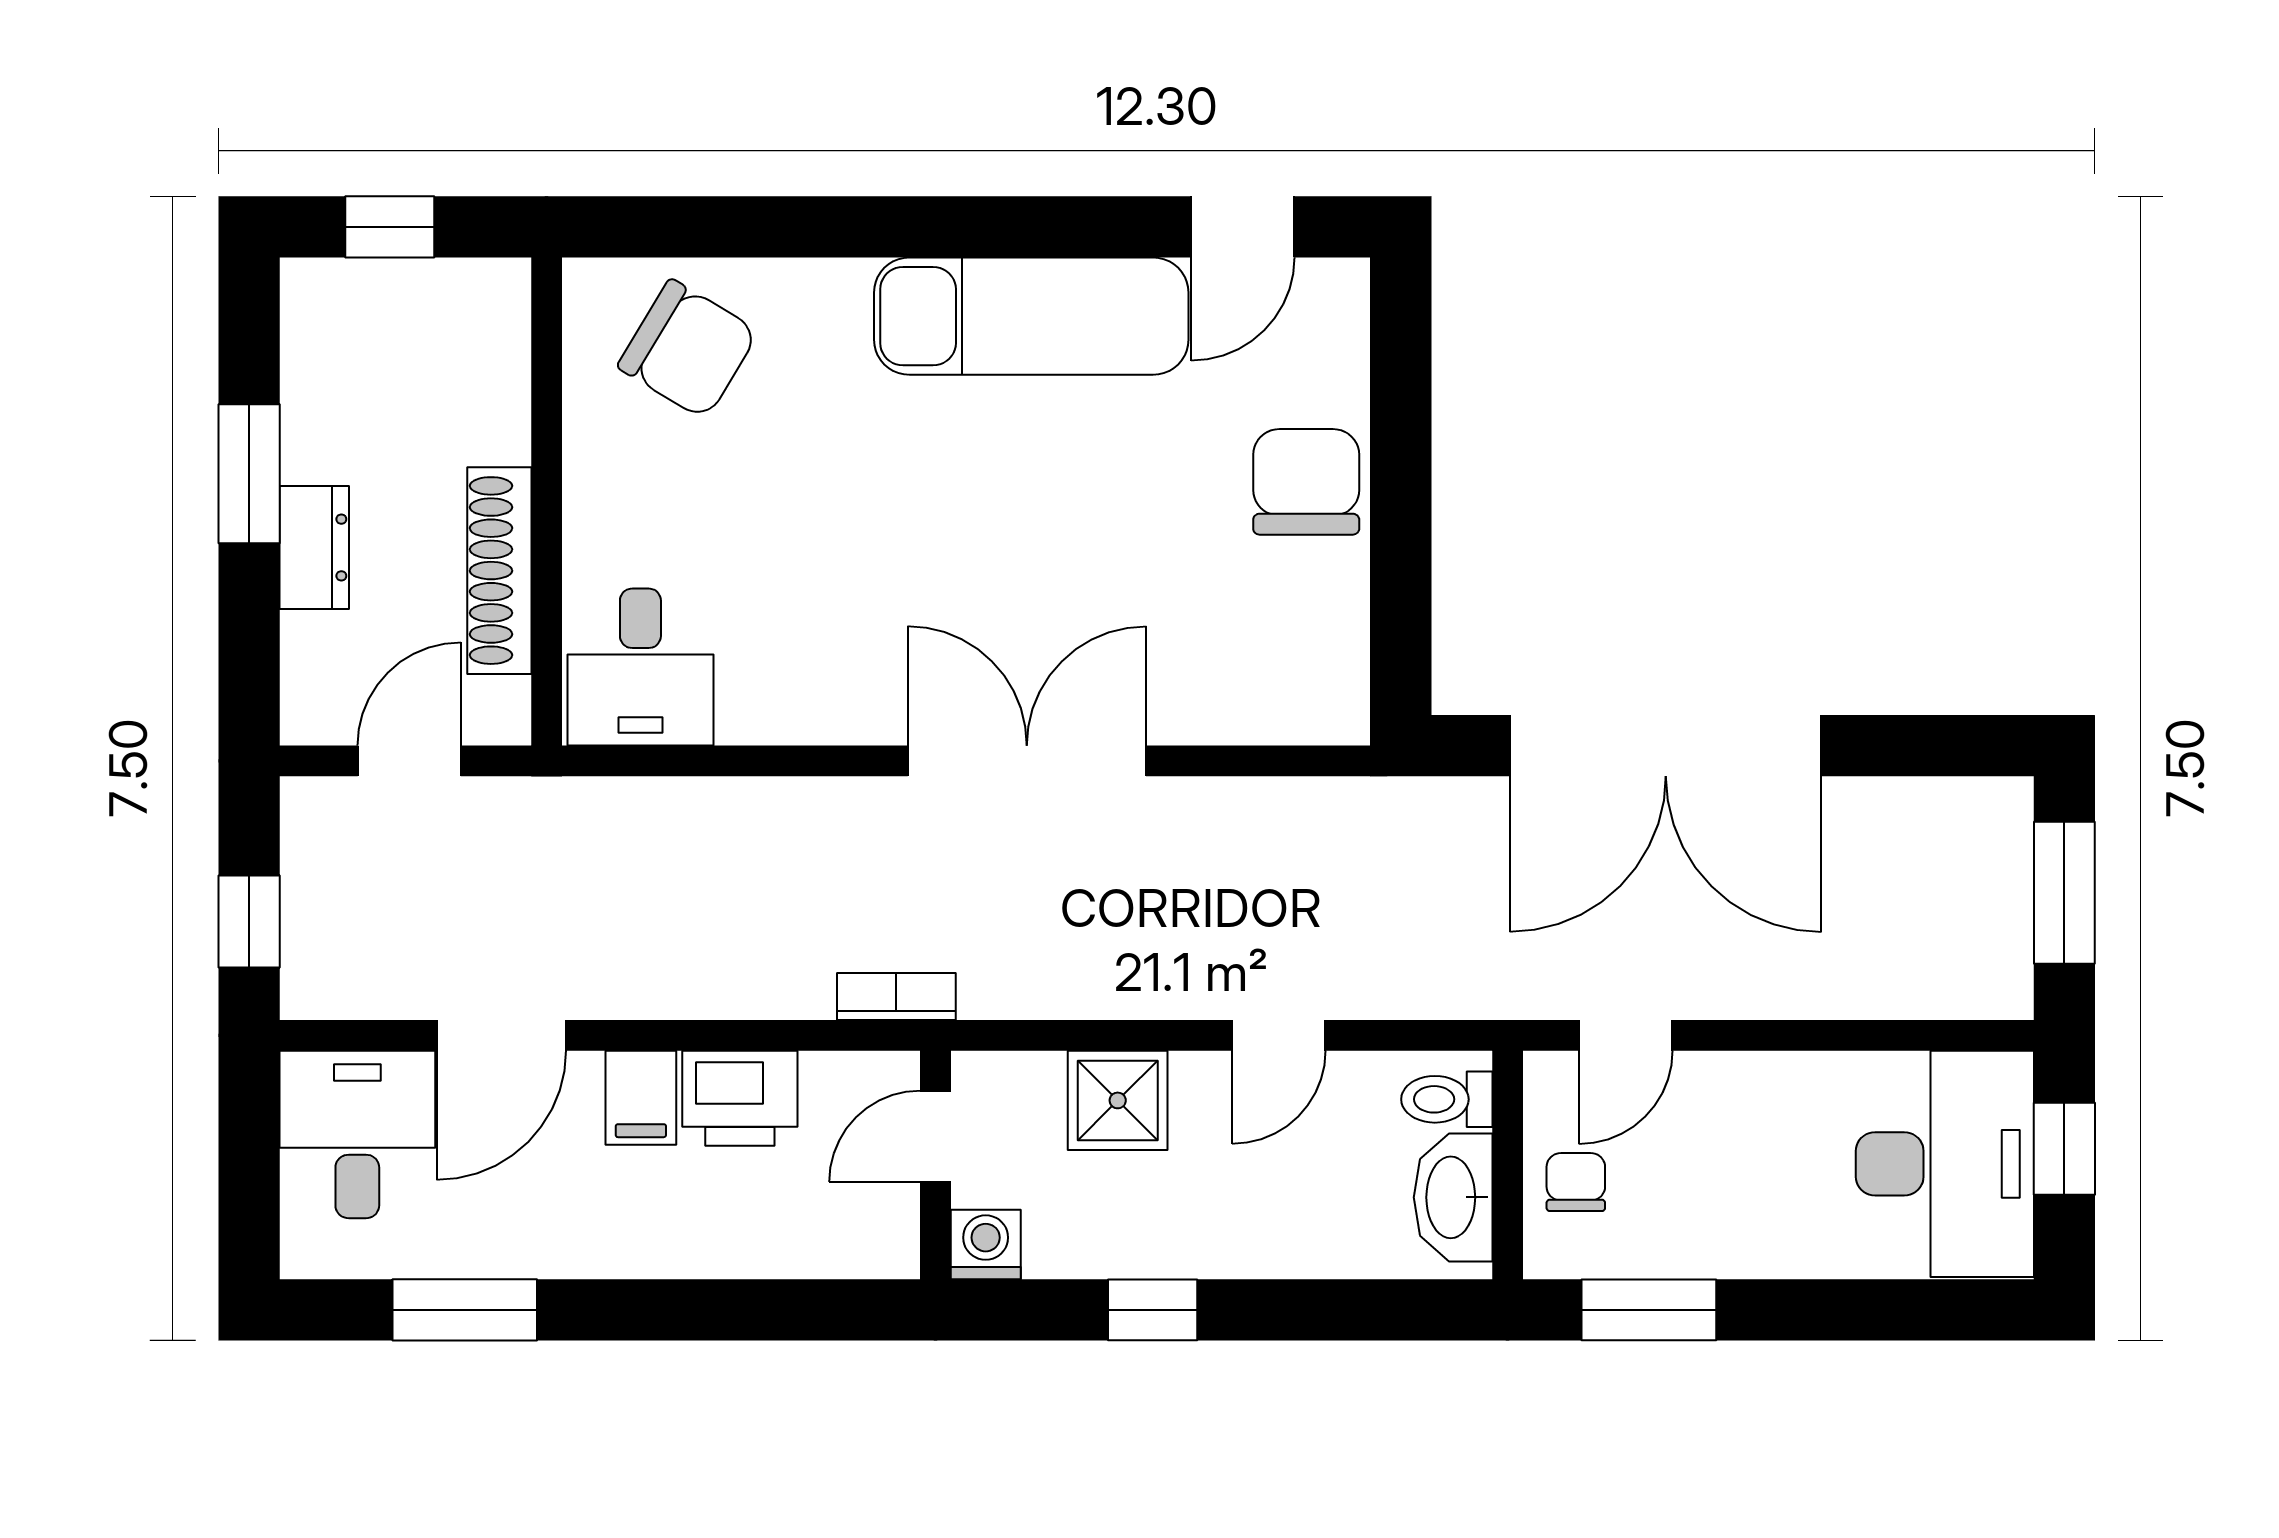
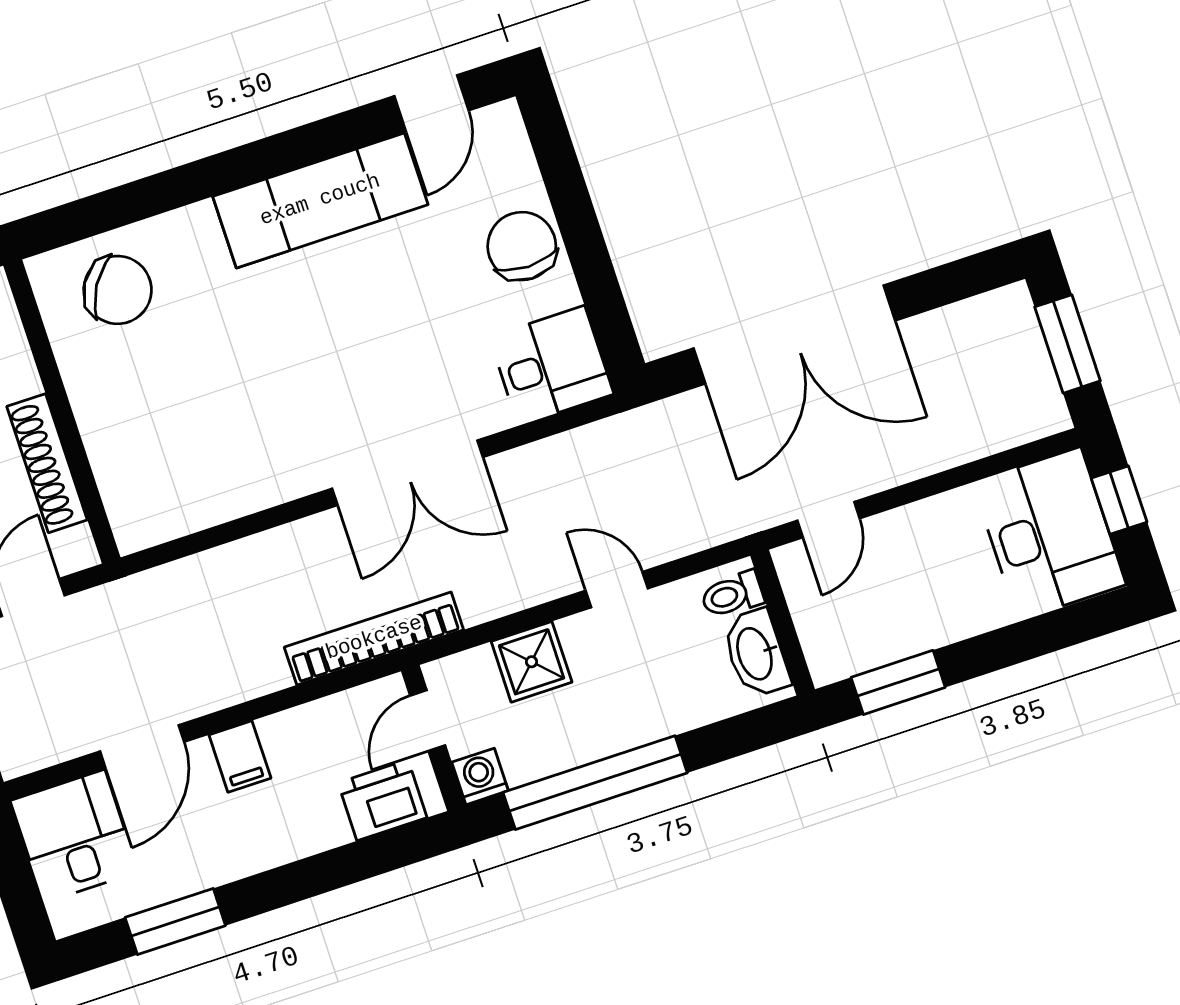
desk: (640, 667) -> (551, 366), moved, turned -90
double door: (1027, 761) -> (408, 473), swing flipped
bookcase: (896, 996) -> (374, 638), width x2.31, depth x1.31
door: (1279, 1035) -> (617, 590), swing flipped
printer: (740, 1098) -> (382, 800), moved, turned 180
chair: (1576, 1182) -> (828, 619), removed
window: (1153, 1310) -> (595, 783), width x3.17

